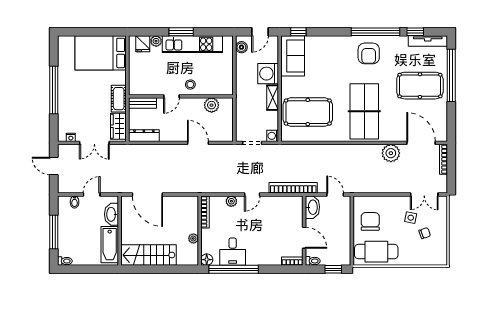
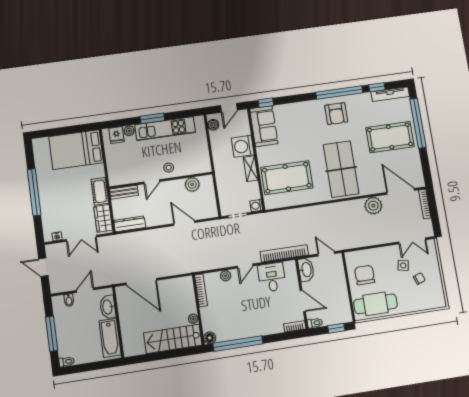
desk: (233, 252) -> (272, 277), moved, turned 180
stairs: (149, 255) -> (173, 339), moved

